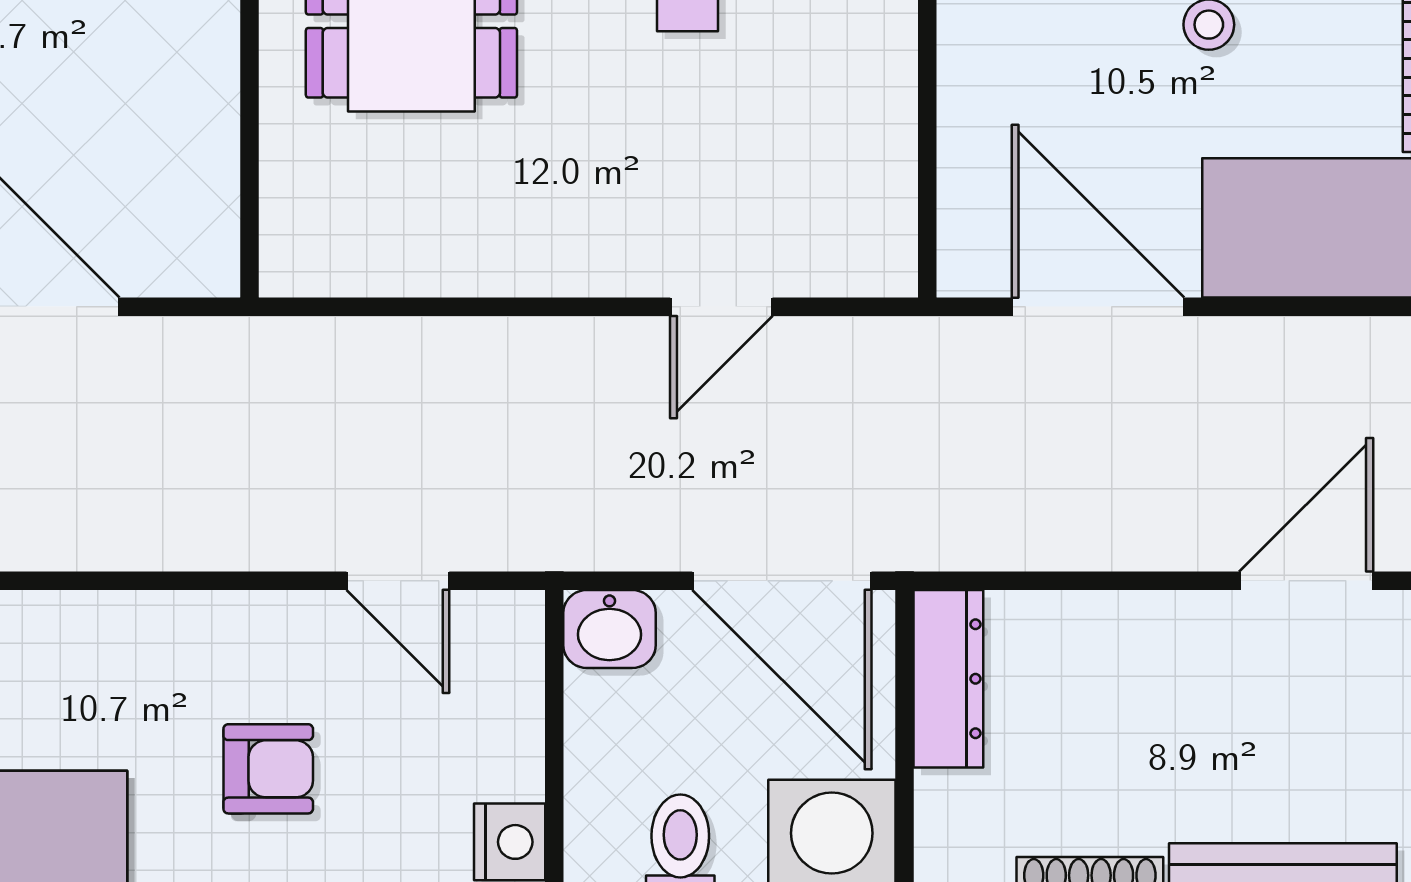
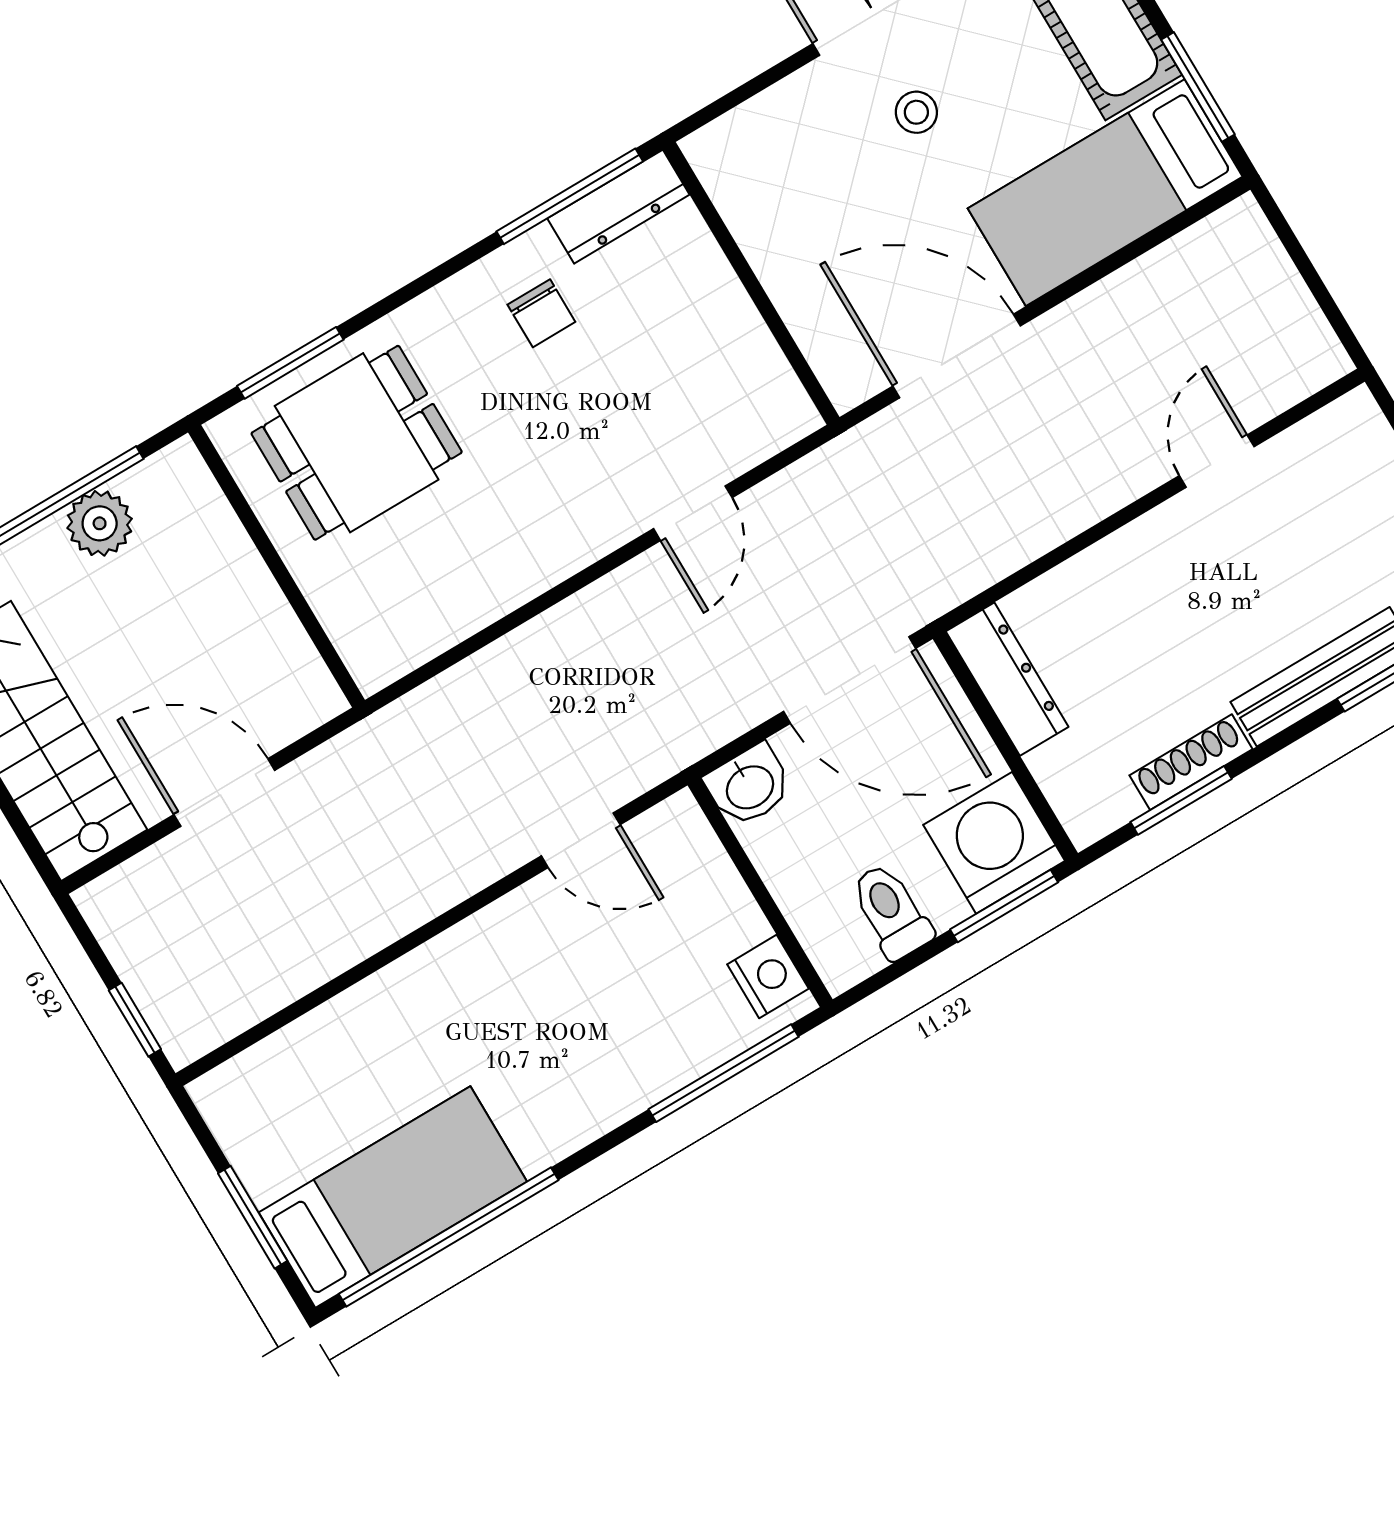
door: (1306, 581) -> (1217, 461), width x0.73
armchair: (268, 769) -> (568, 1026), removed

